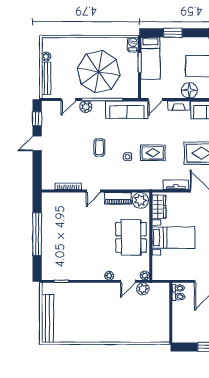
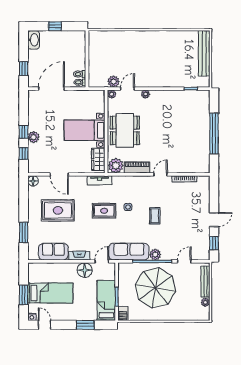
floor lamp: (189, 90) -> (85, 270), moved
plant: (86, 107) -> (155, 255), moved
tv unit: (176, 185) -> (99, 180), moved

